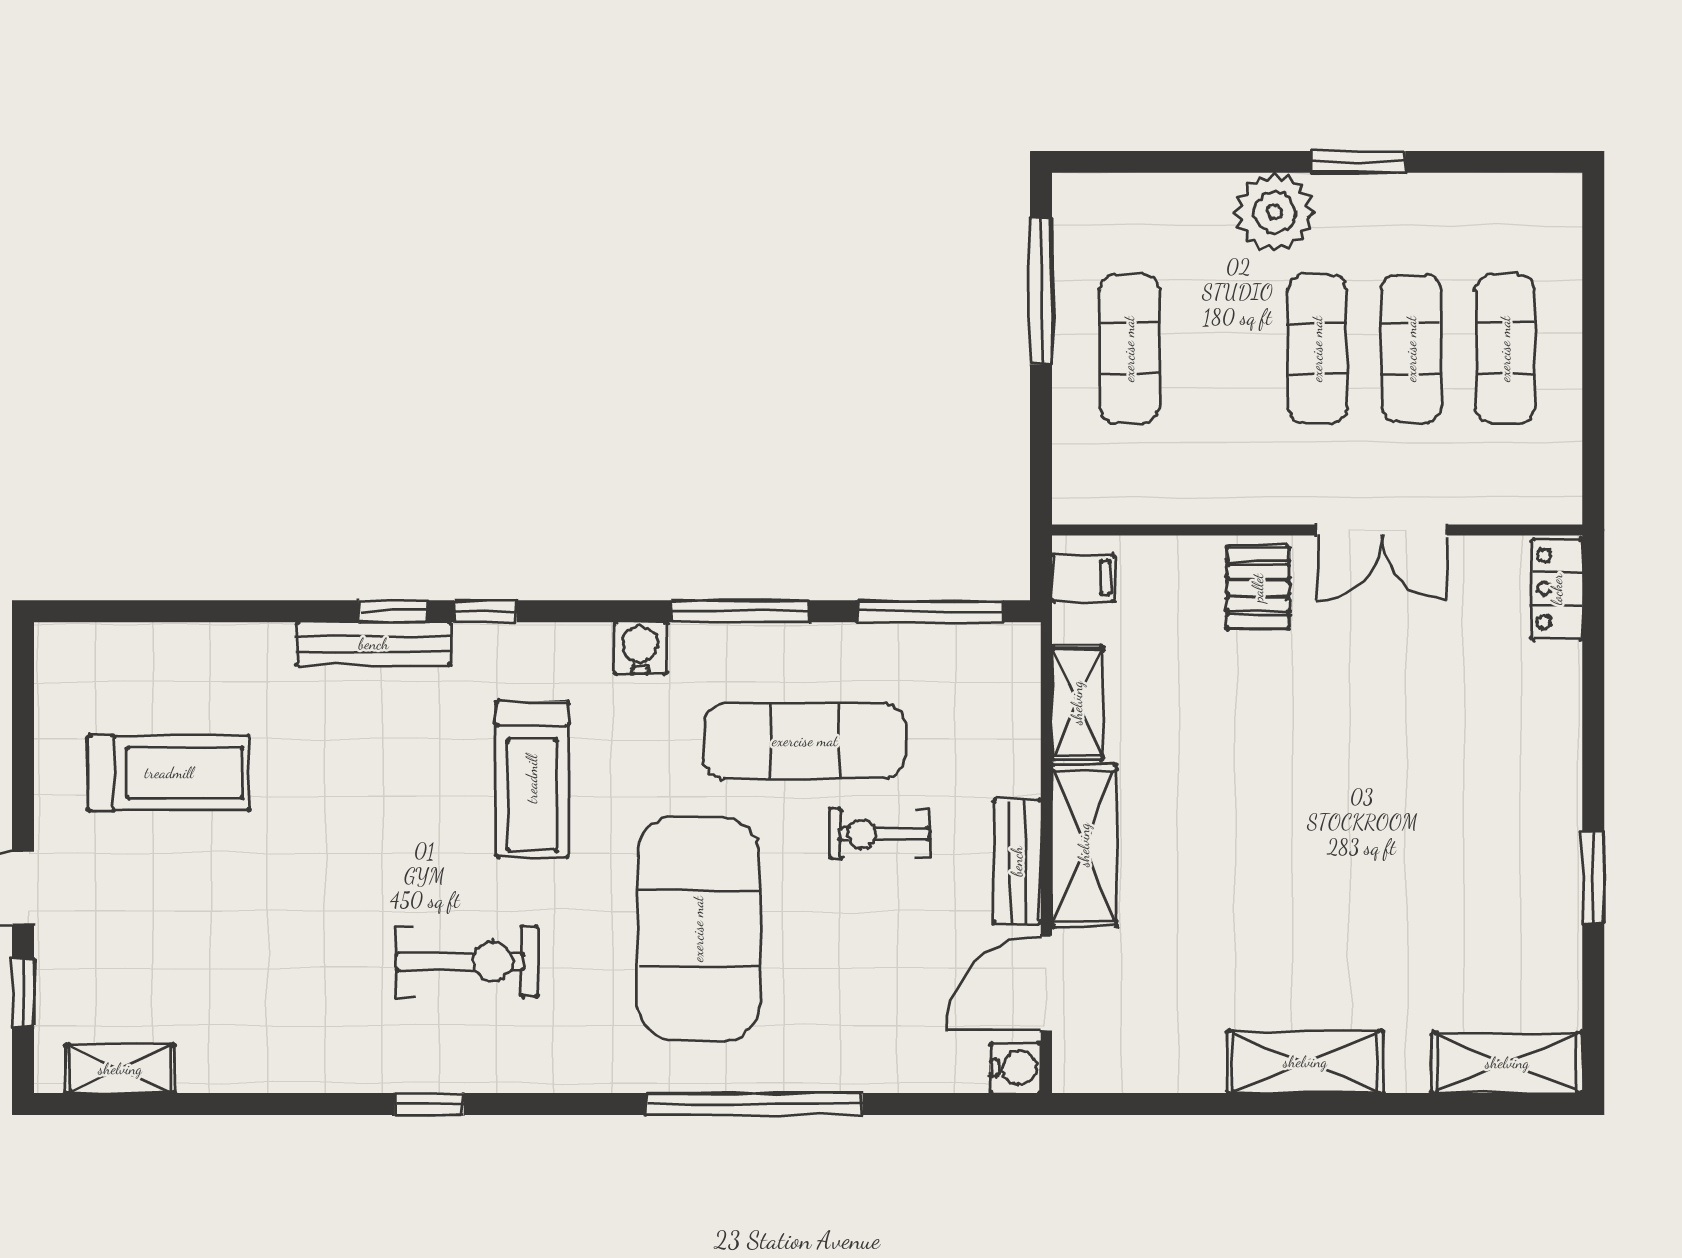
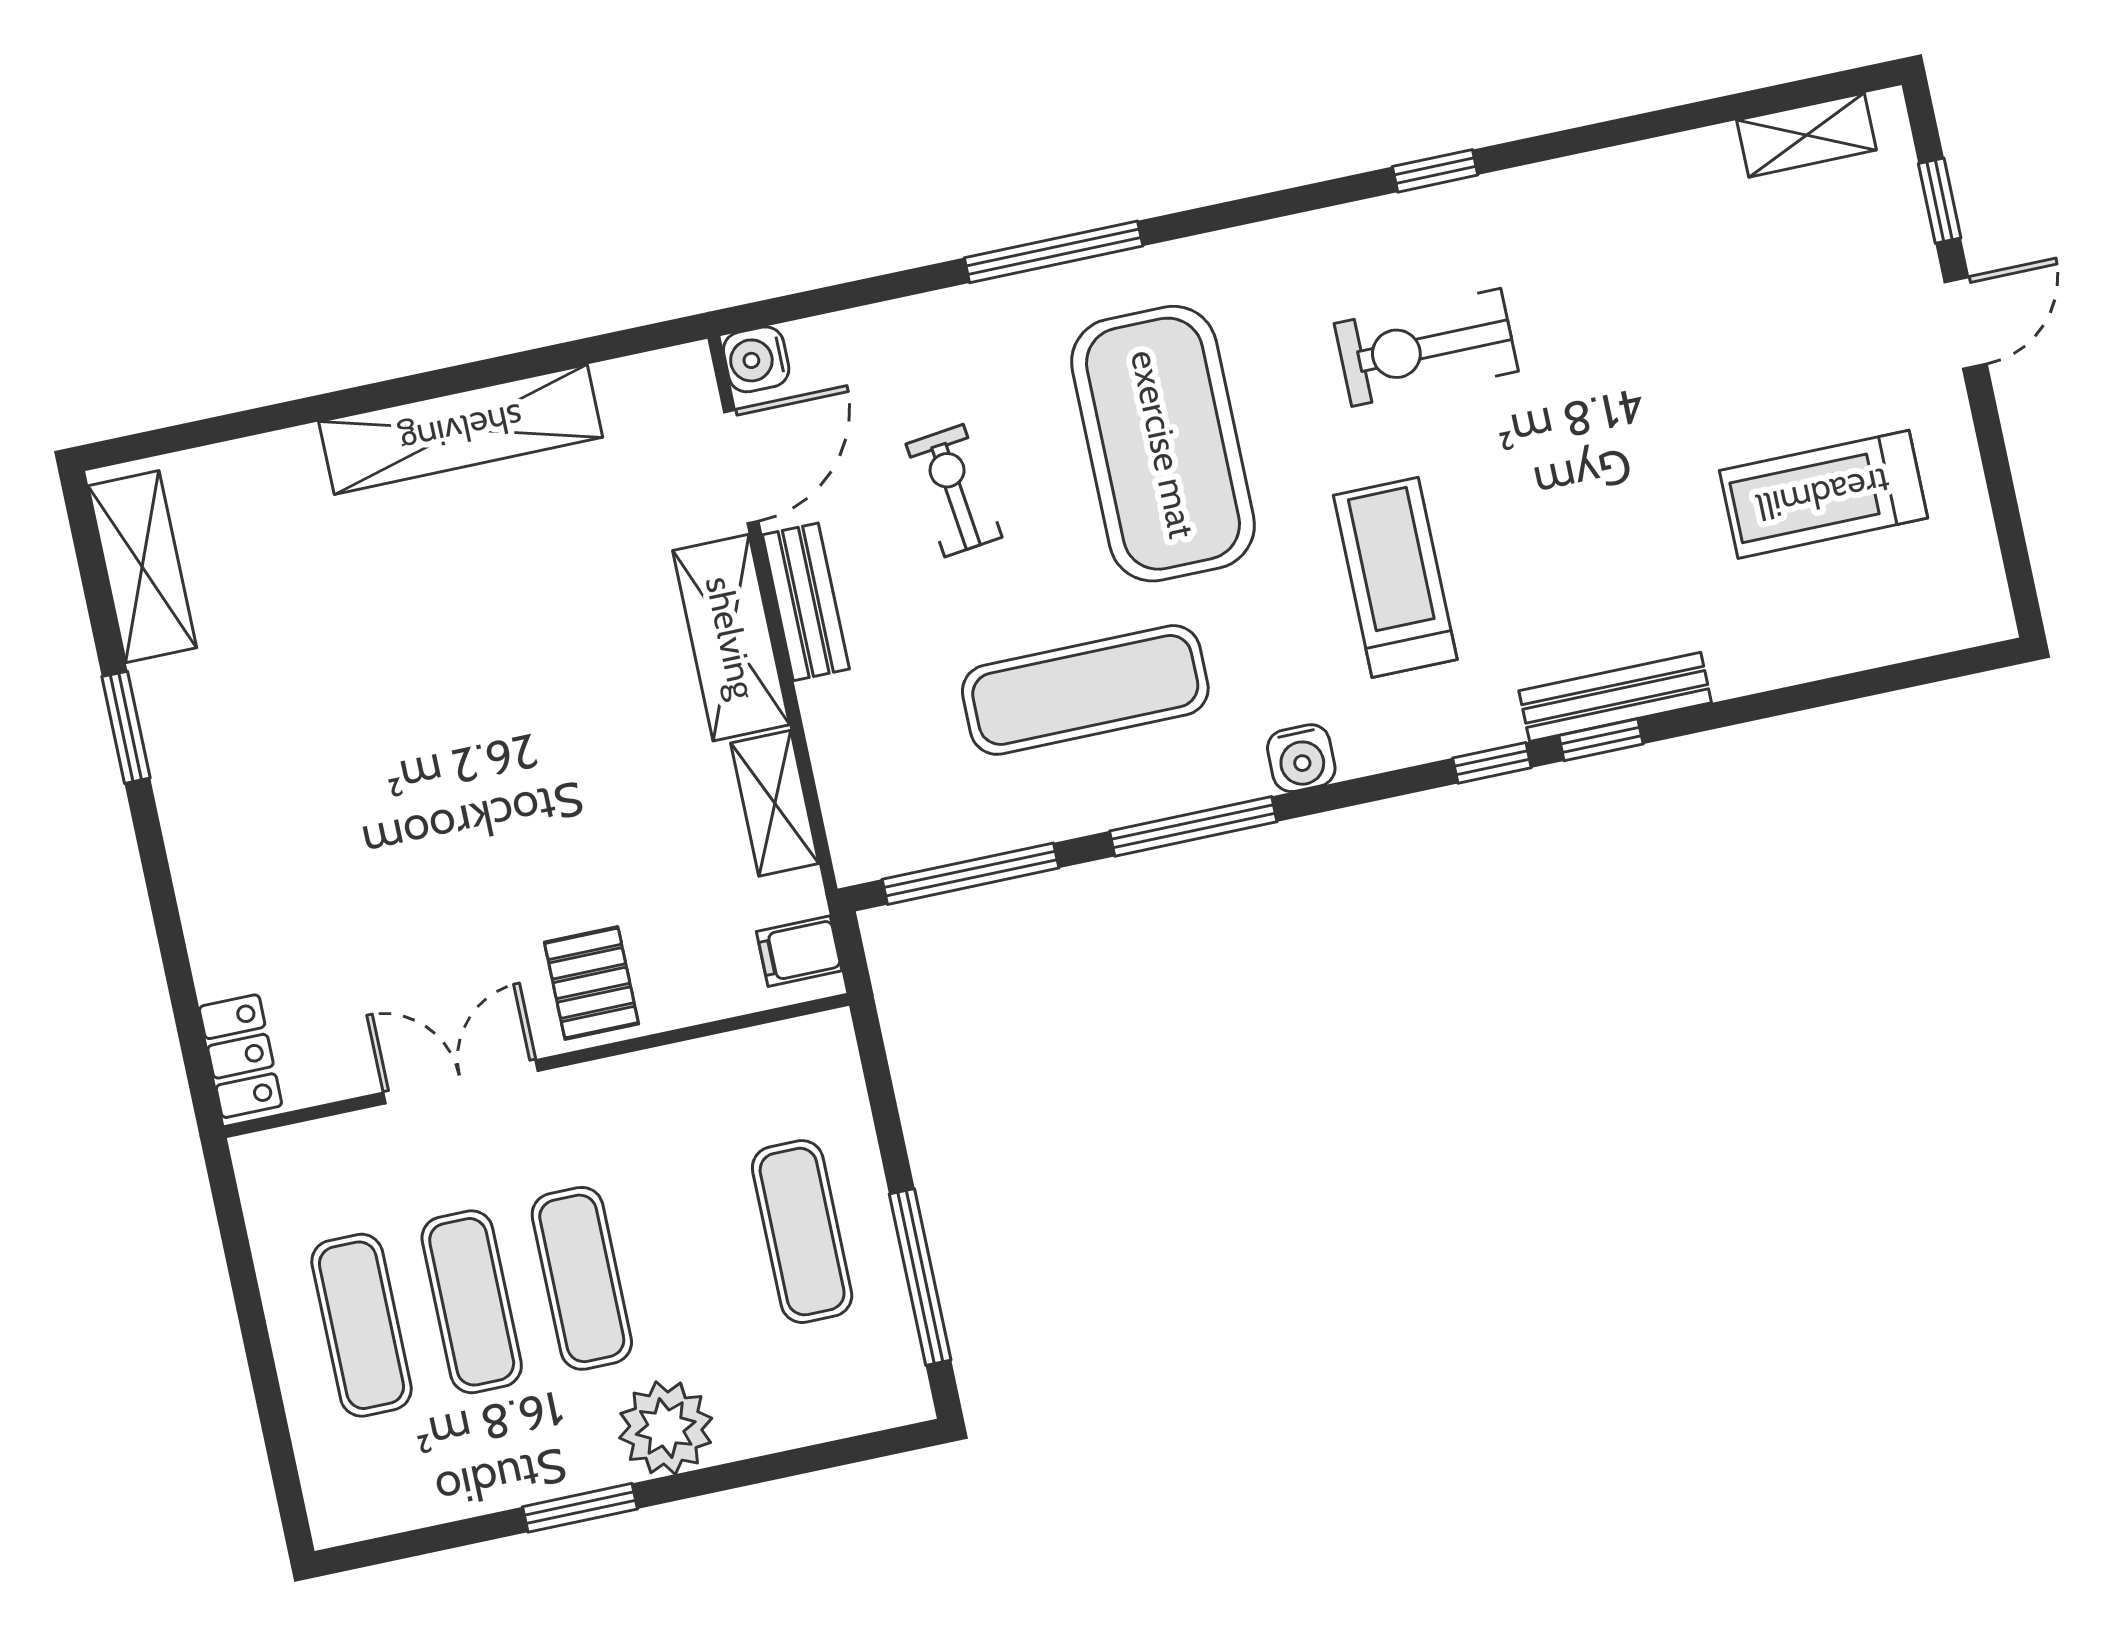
exercise bike: (879, 834) -> (954, 491), moved, turned -97
shelving: (1305, 1062) -> (461, 429), width x1.47
shelving: (1507, 1063) -> (142, 567), moved, turned 90
window: (754, 1104) -> (1054, 252), width x0.68

